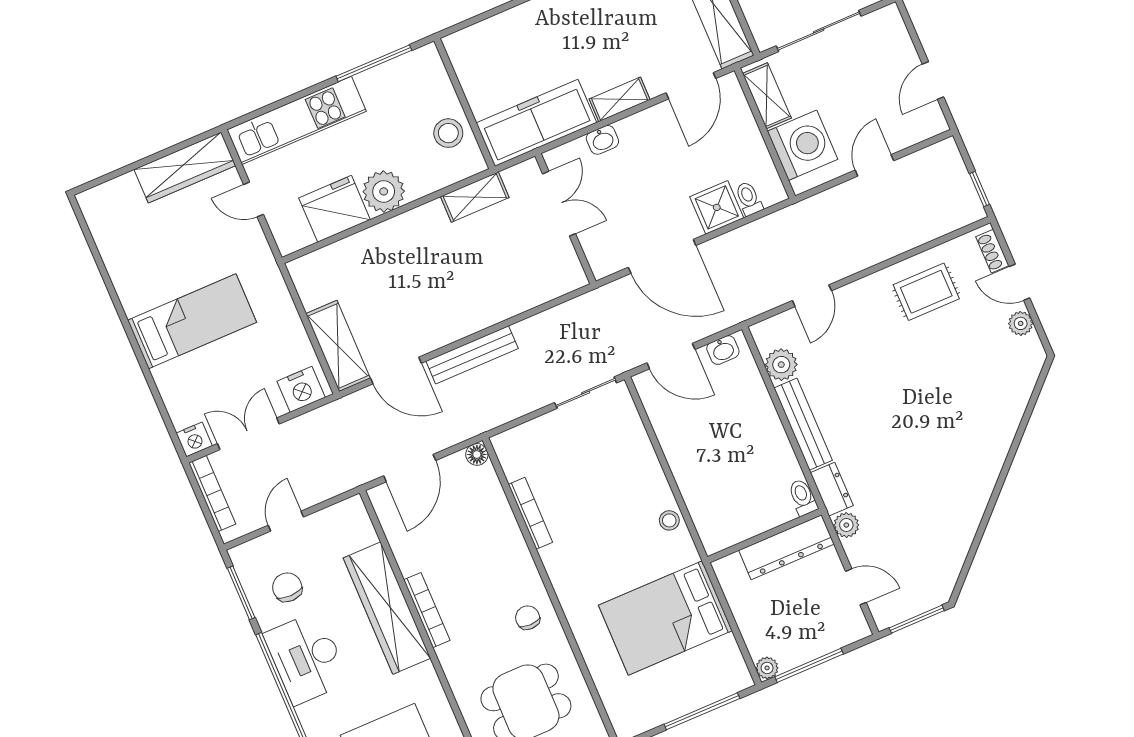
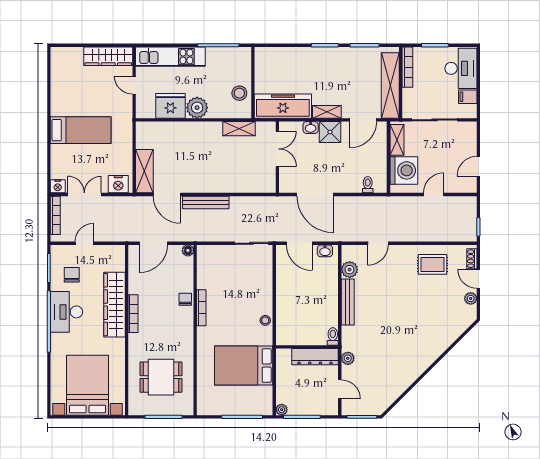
shower: (717, 207) -> (330, 132), moved
dresser: (832, 489) -> (348, 338), removed
bookcase: (530, 513) -> (201, 308), moved
chair: (528, 618) -> (185, 299), moved

